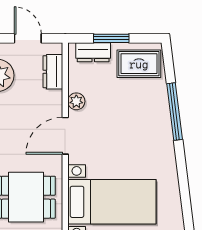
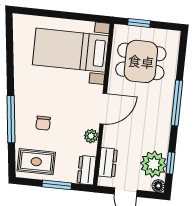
dresser: (93, 52) -> (87, 170), moved, turned -90
chair: (135, 111) -> (43, 123), added

